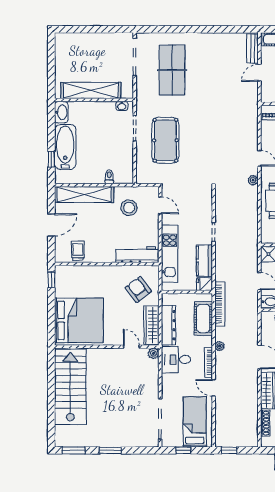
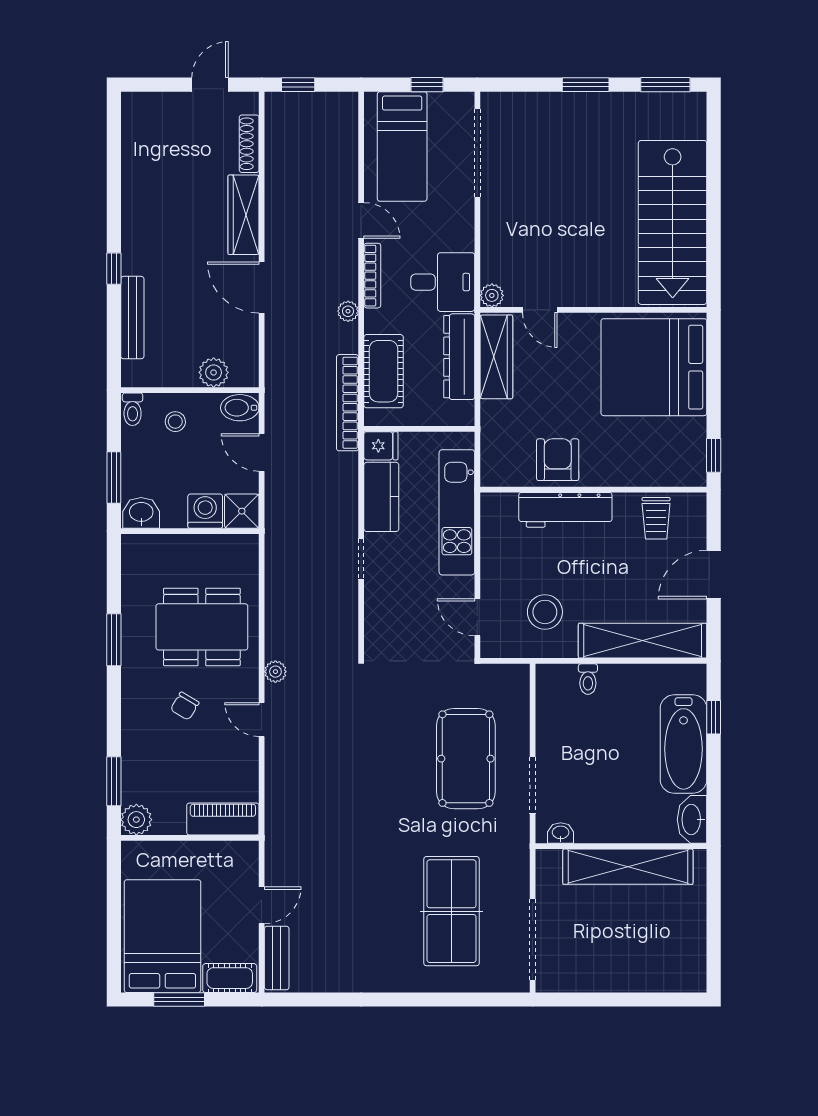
workbench: (137, 255) -> (565, 510), moved
armchair: (138, 289) -> (558, 460), moved, turned -143
window: (229, 450) -> (298, 85), moved

